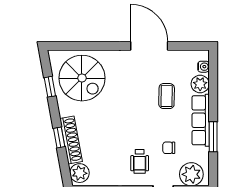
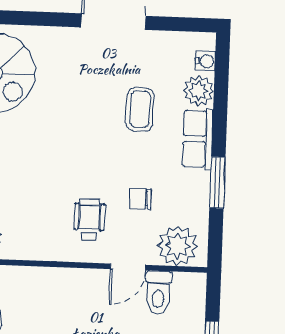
row of seats: (201, 120) -> (198, 139), width x0.68
wheelchair: (140, 161) -> (89, 220), turned 180

